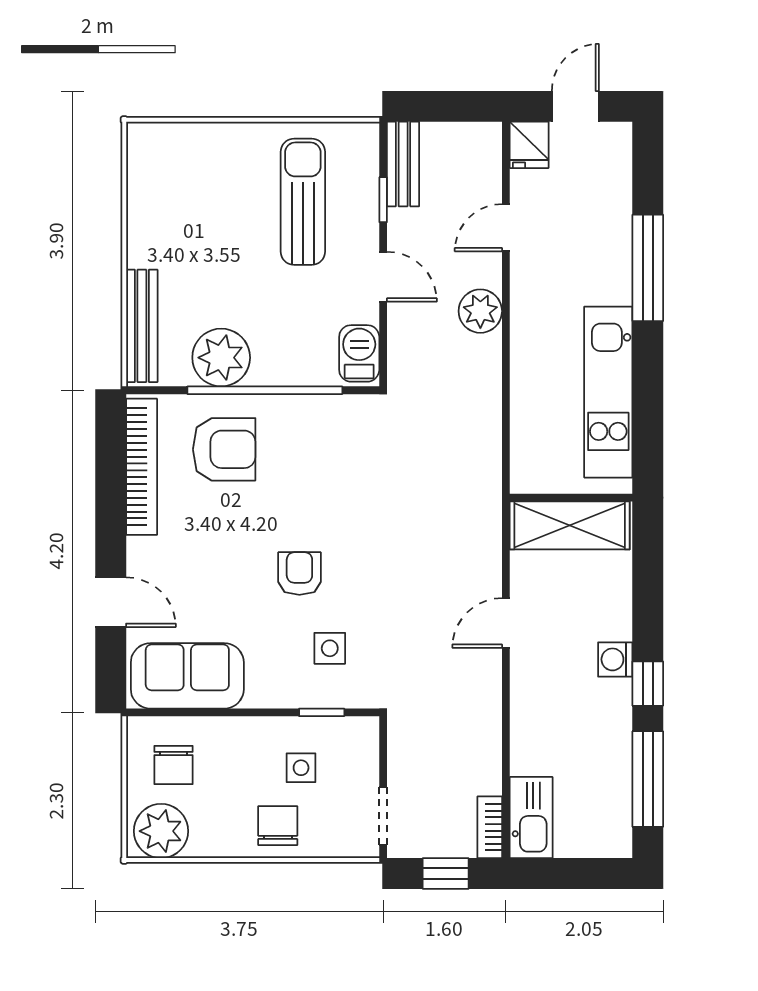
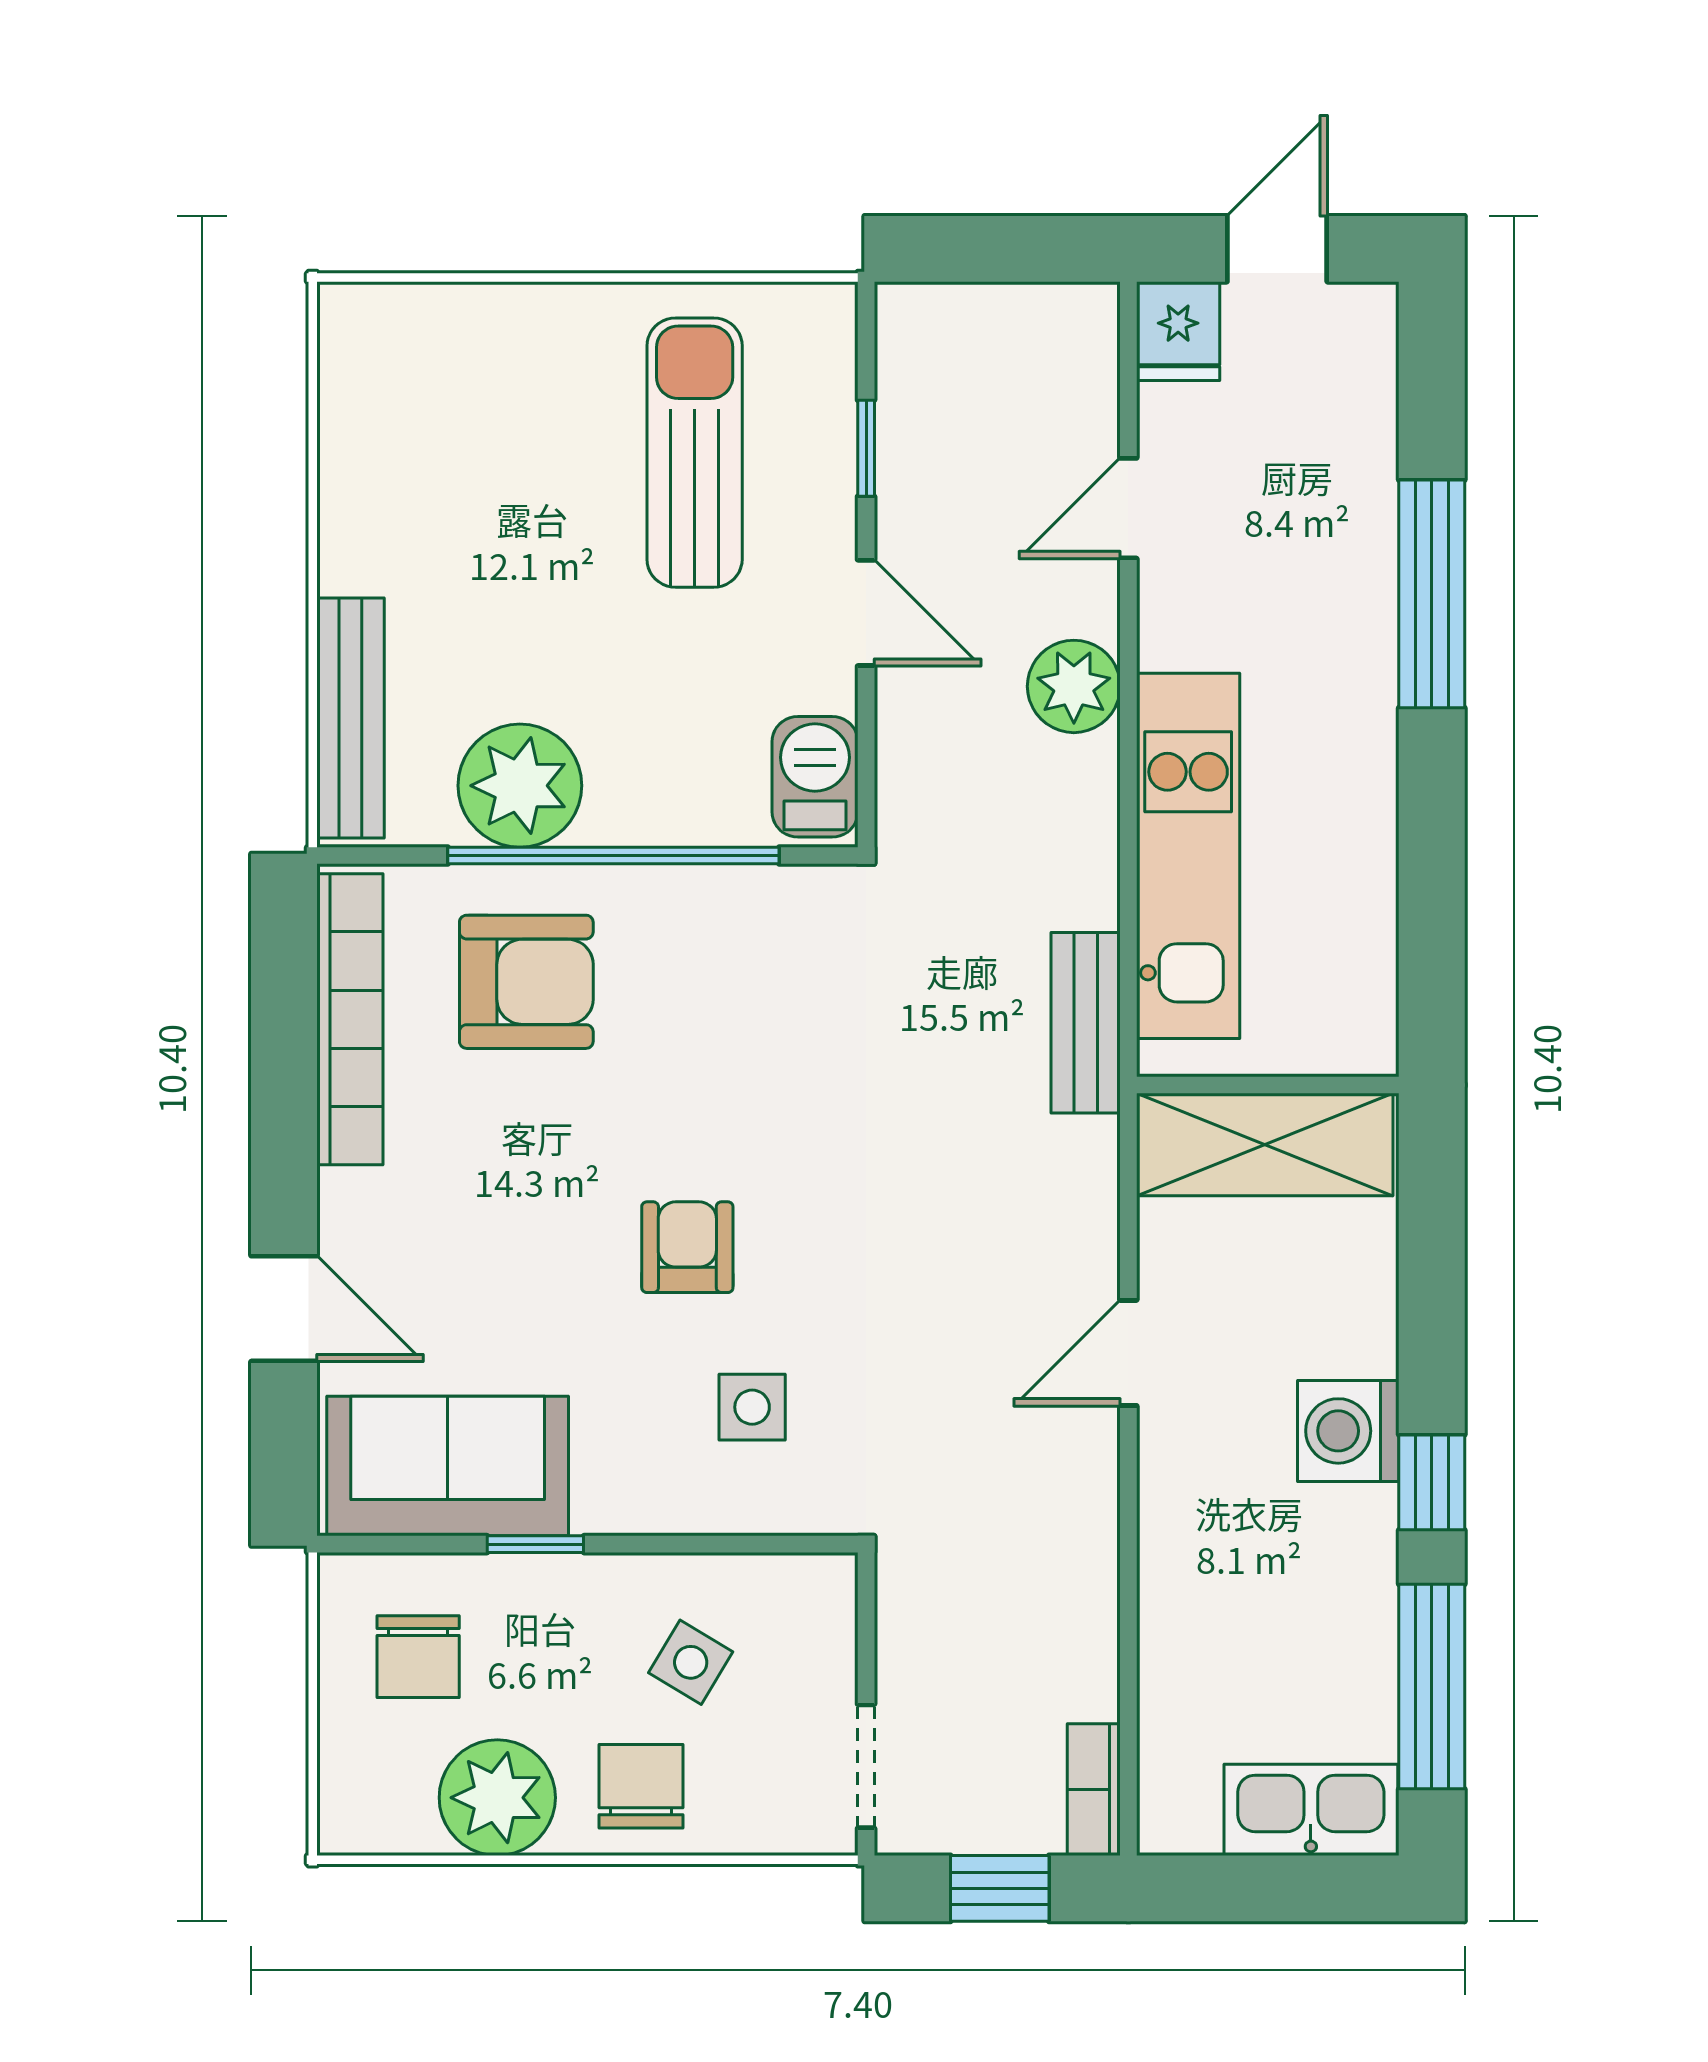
bench: (403, 164) -> (1086, 1023), moved
kitchen unit: (608, 392) -> (1188, 856), moved, turned 180
washing machine: (615, 659) -> (1348, 1431), width x1.38, depth x1.38
window: (322, 712) -> (535, 1544), moved
side table: (301, 768) -> (691, 1662), turned 31
kitchen sink: (531, 818) -> (1311, 1810), moved, turned -90
plant: (161, 831) -> (497, 1798), moved

